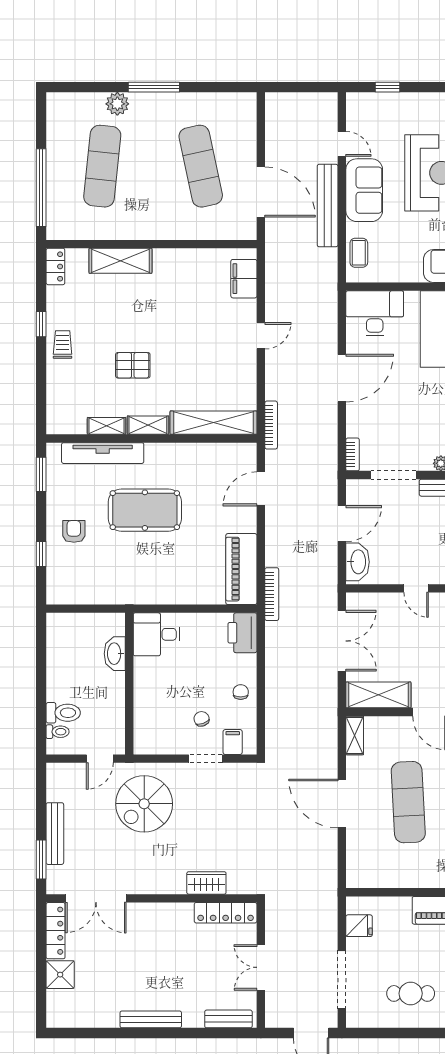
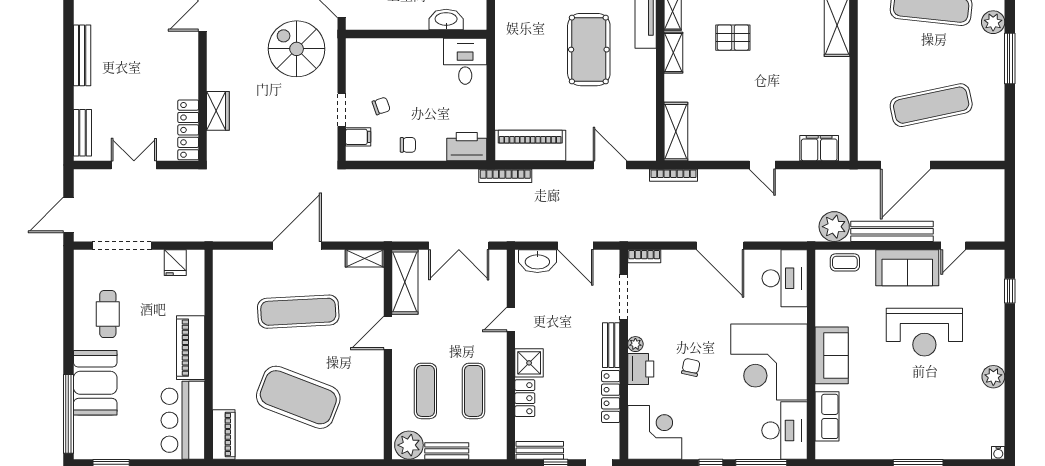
plant: (323, 264) -> (834, 227), added
pallet: (133, 365) -> (733, 38), turned 90
shelving: (213, 423) -> (676, 132), width x0.68

